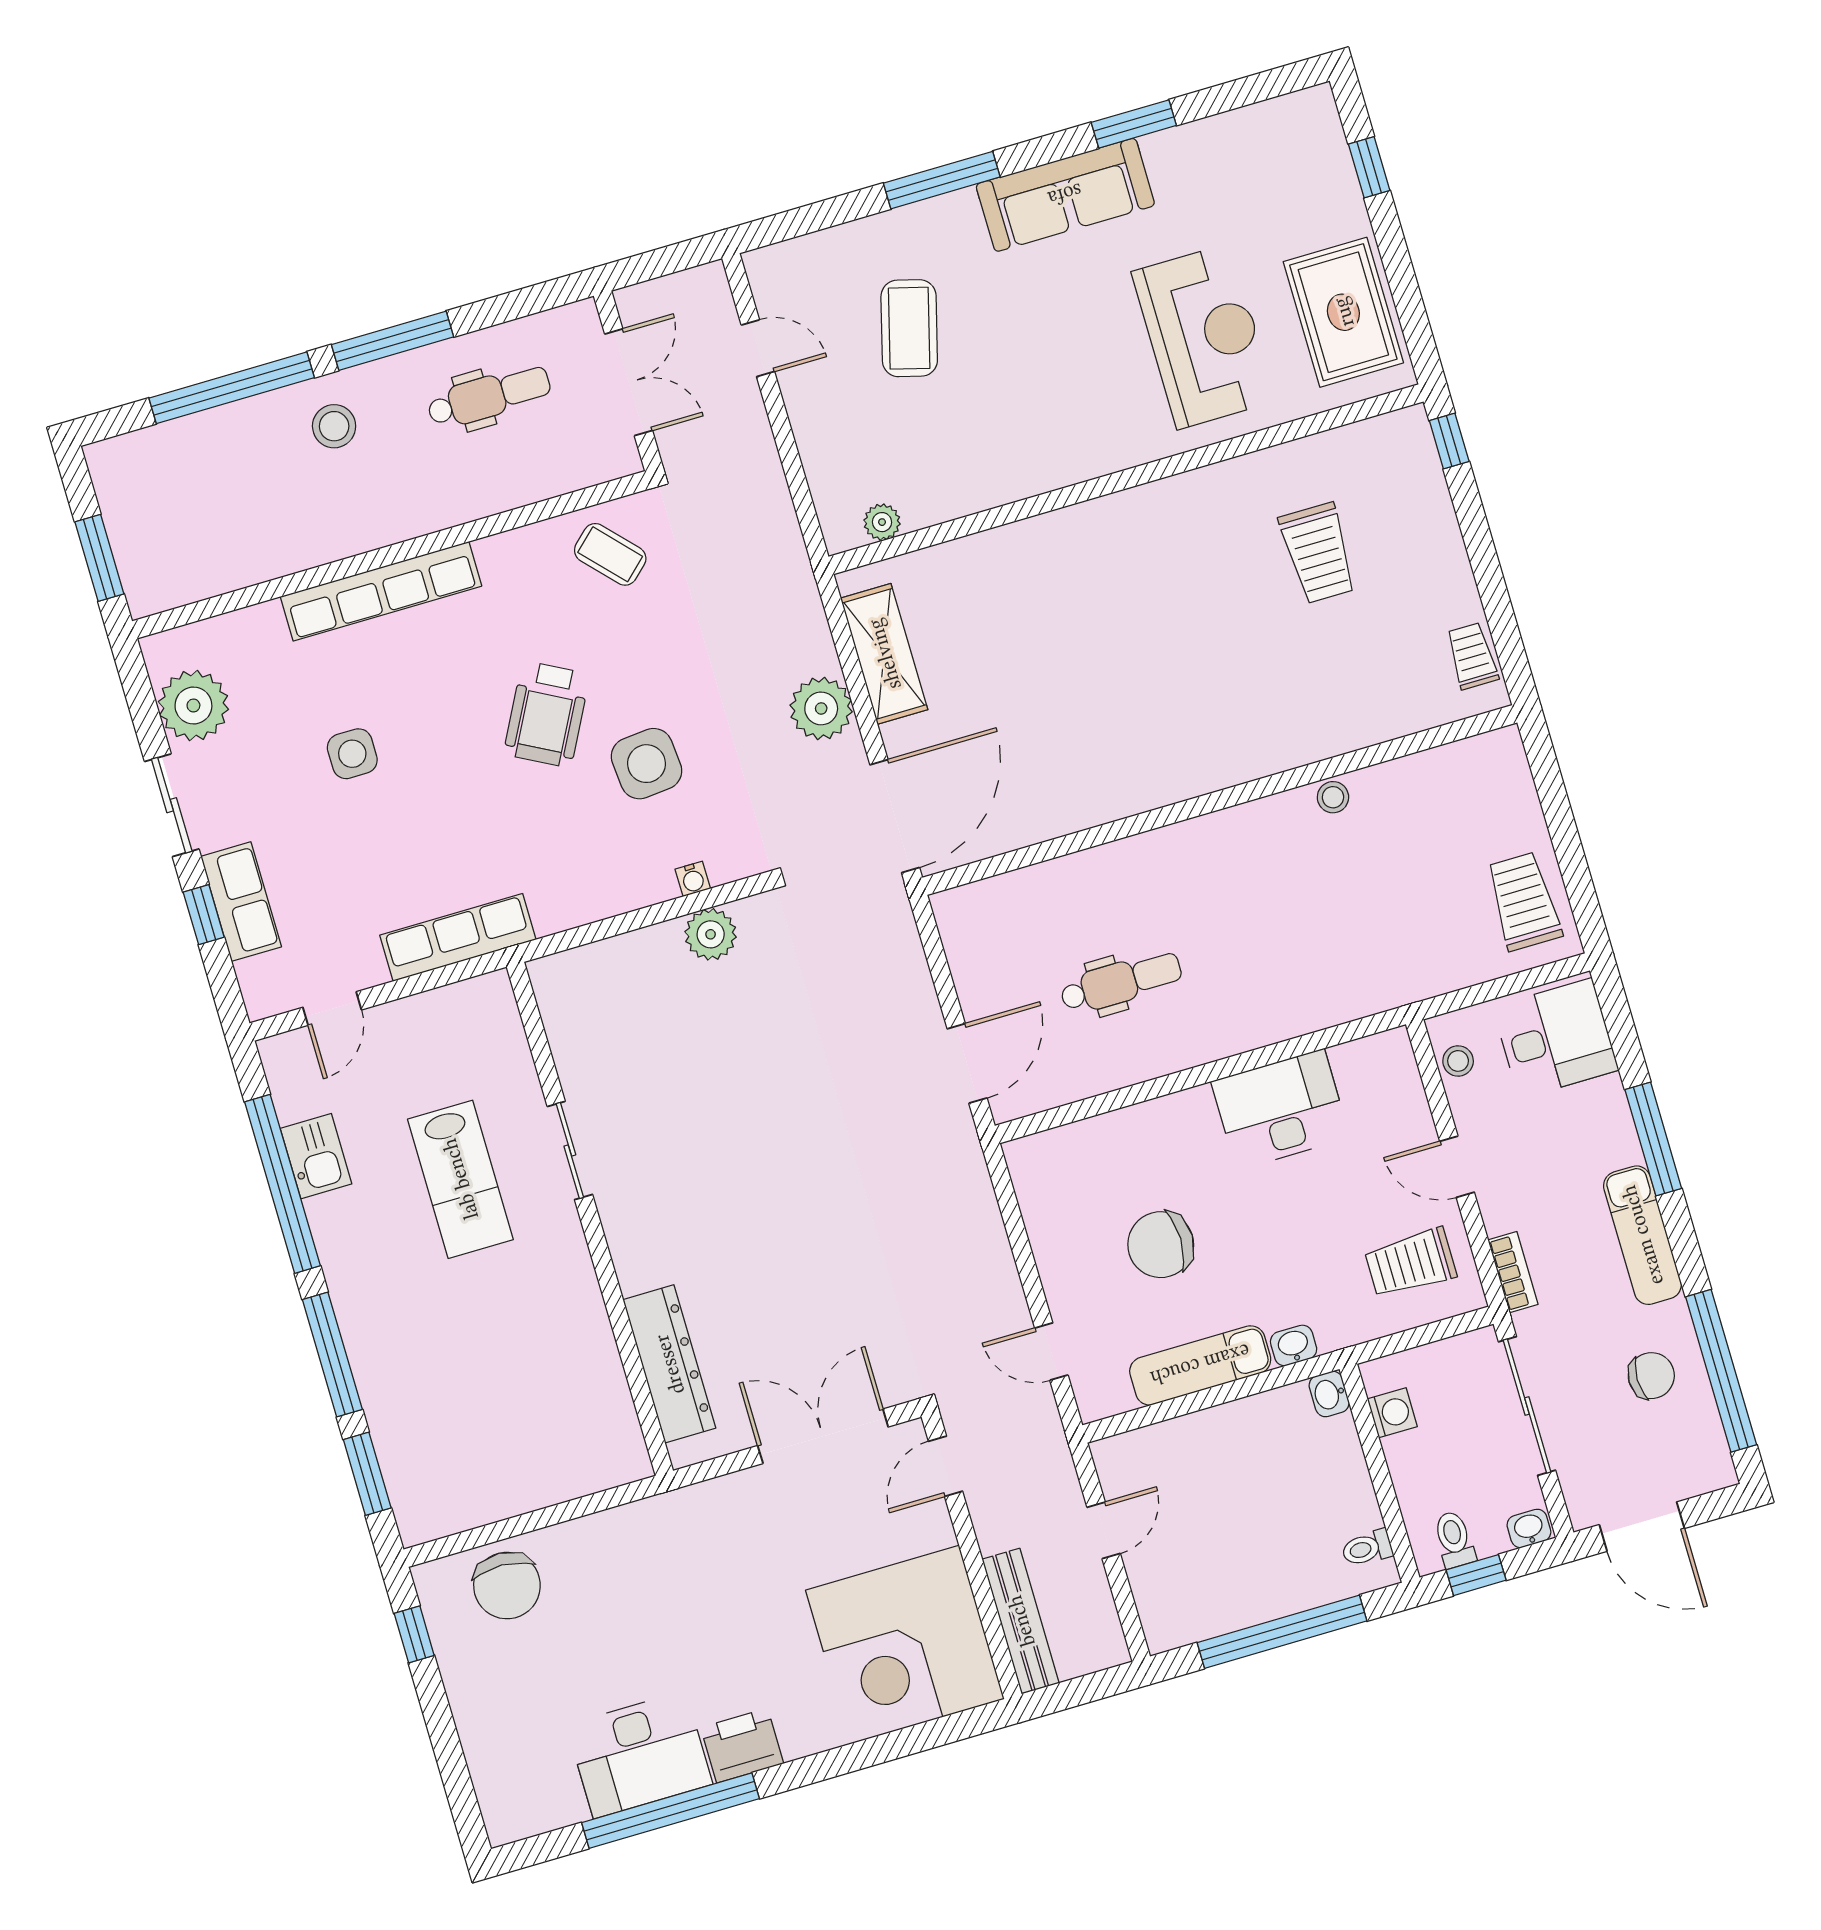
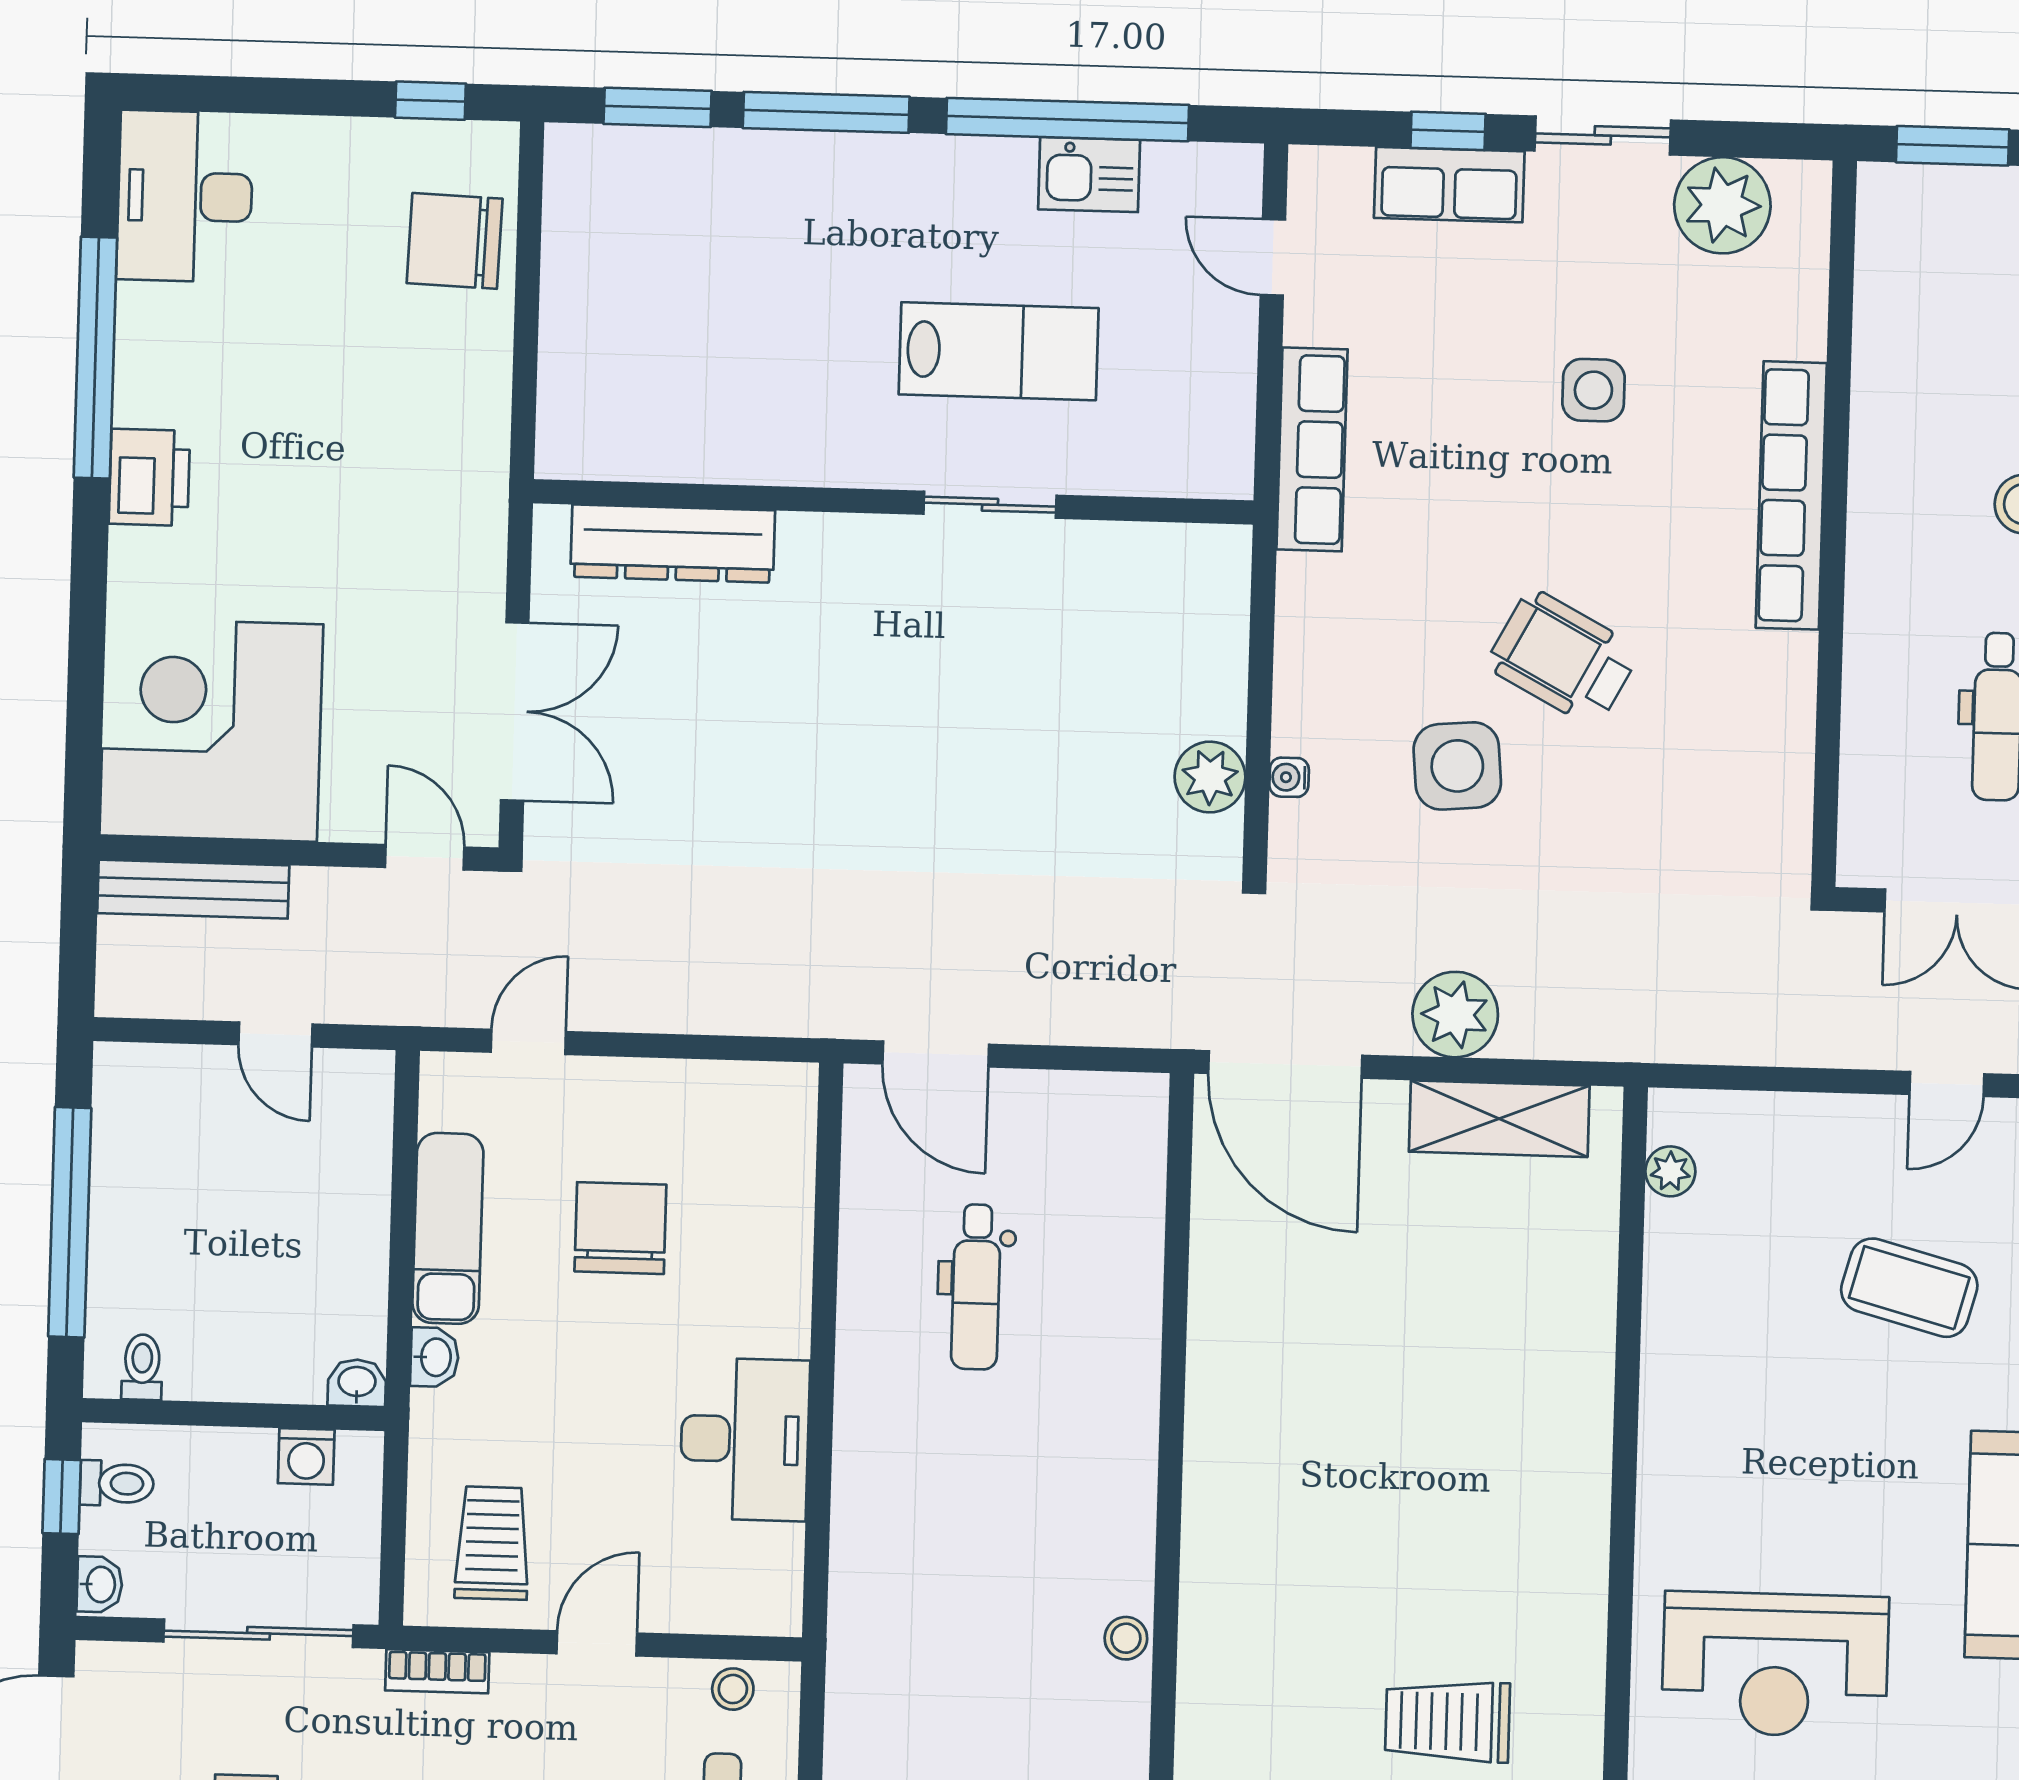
coffee table: (610, 554) -> (1743, 807), removed
lab bench: (460, 1179) -> (999, 351), turned 180
desk: (639, 1755) -> (185, 196), moved

